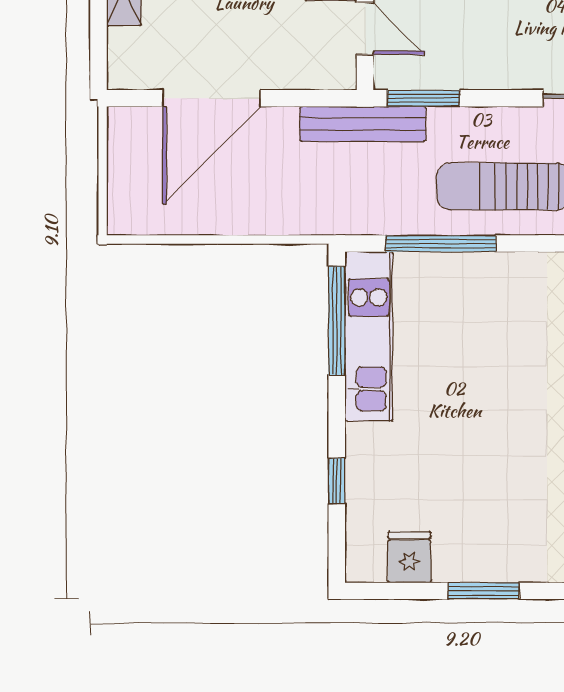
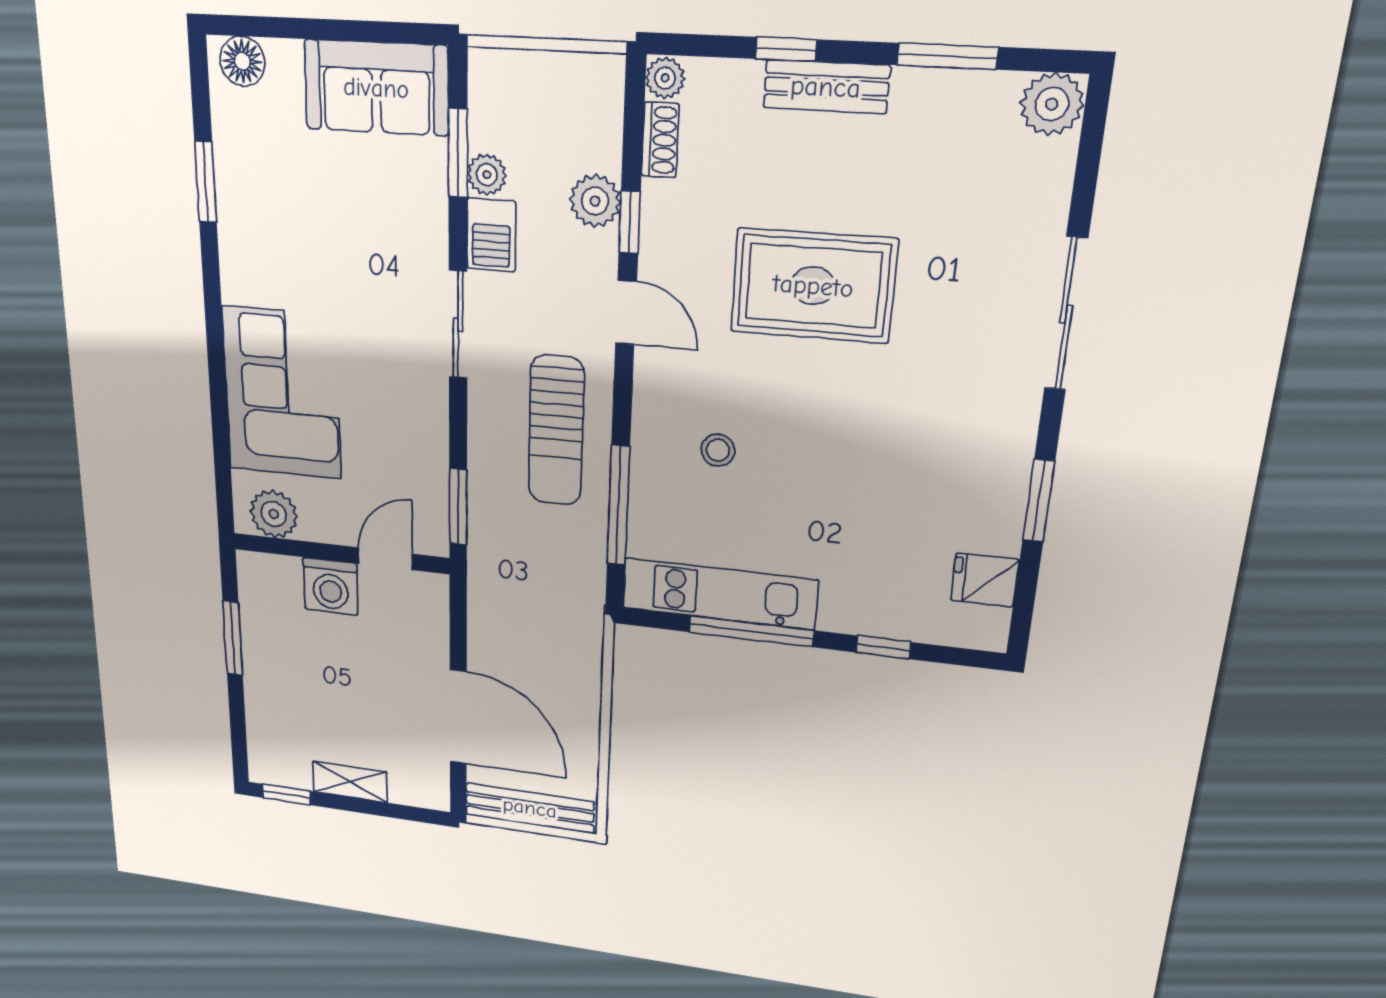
bench: (363, 124) -> (530, 808), moved, turned 90
window: (337, 321) -> (751, 631), moved
stool: (500, 327) -> (718, 450), added

